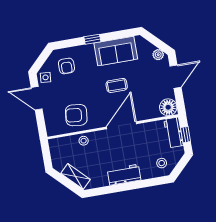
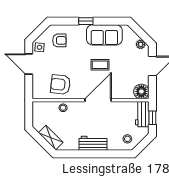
armchair: (66, 66) -> (59, 40), turned -90

